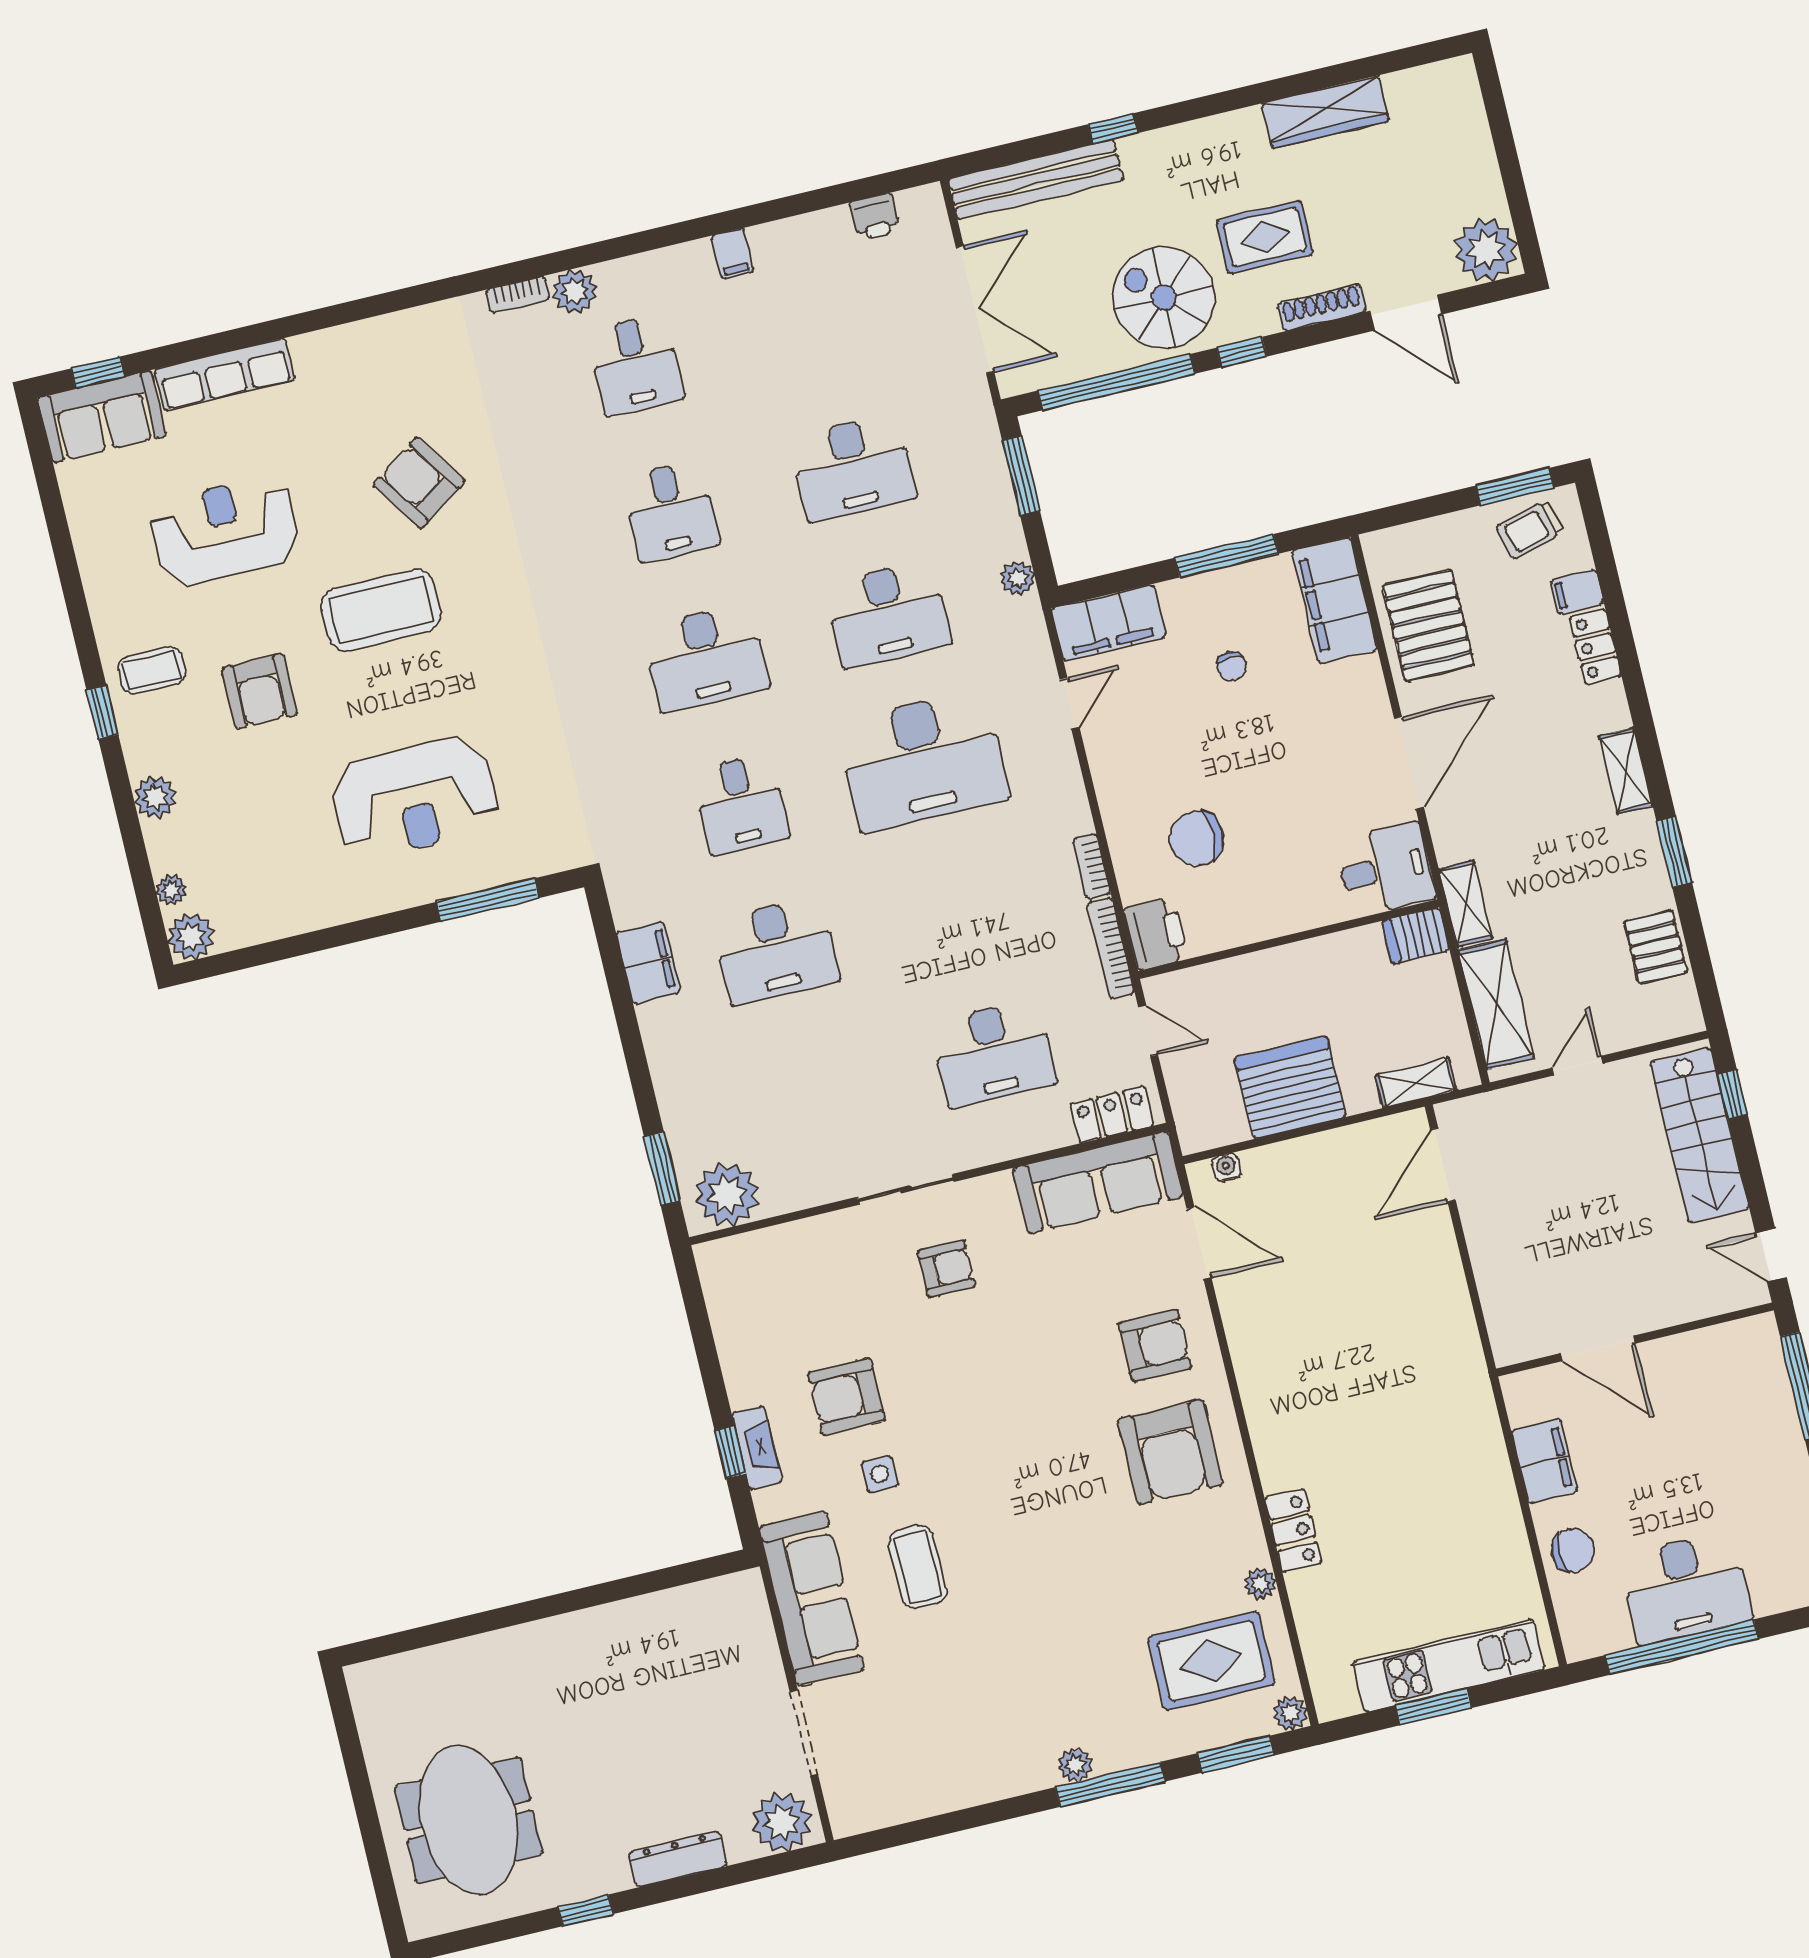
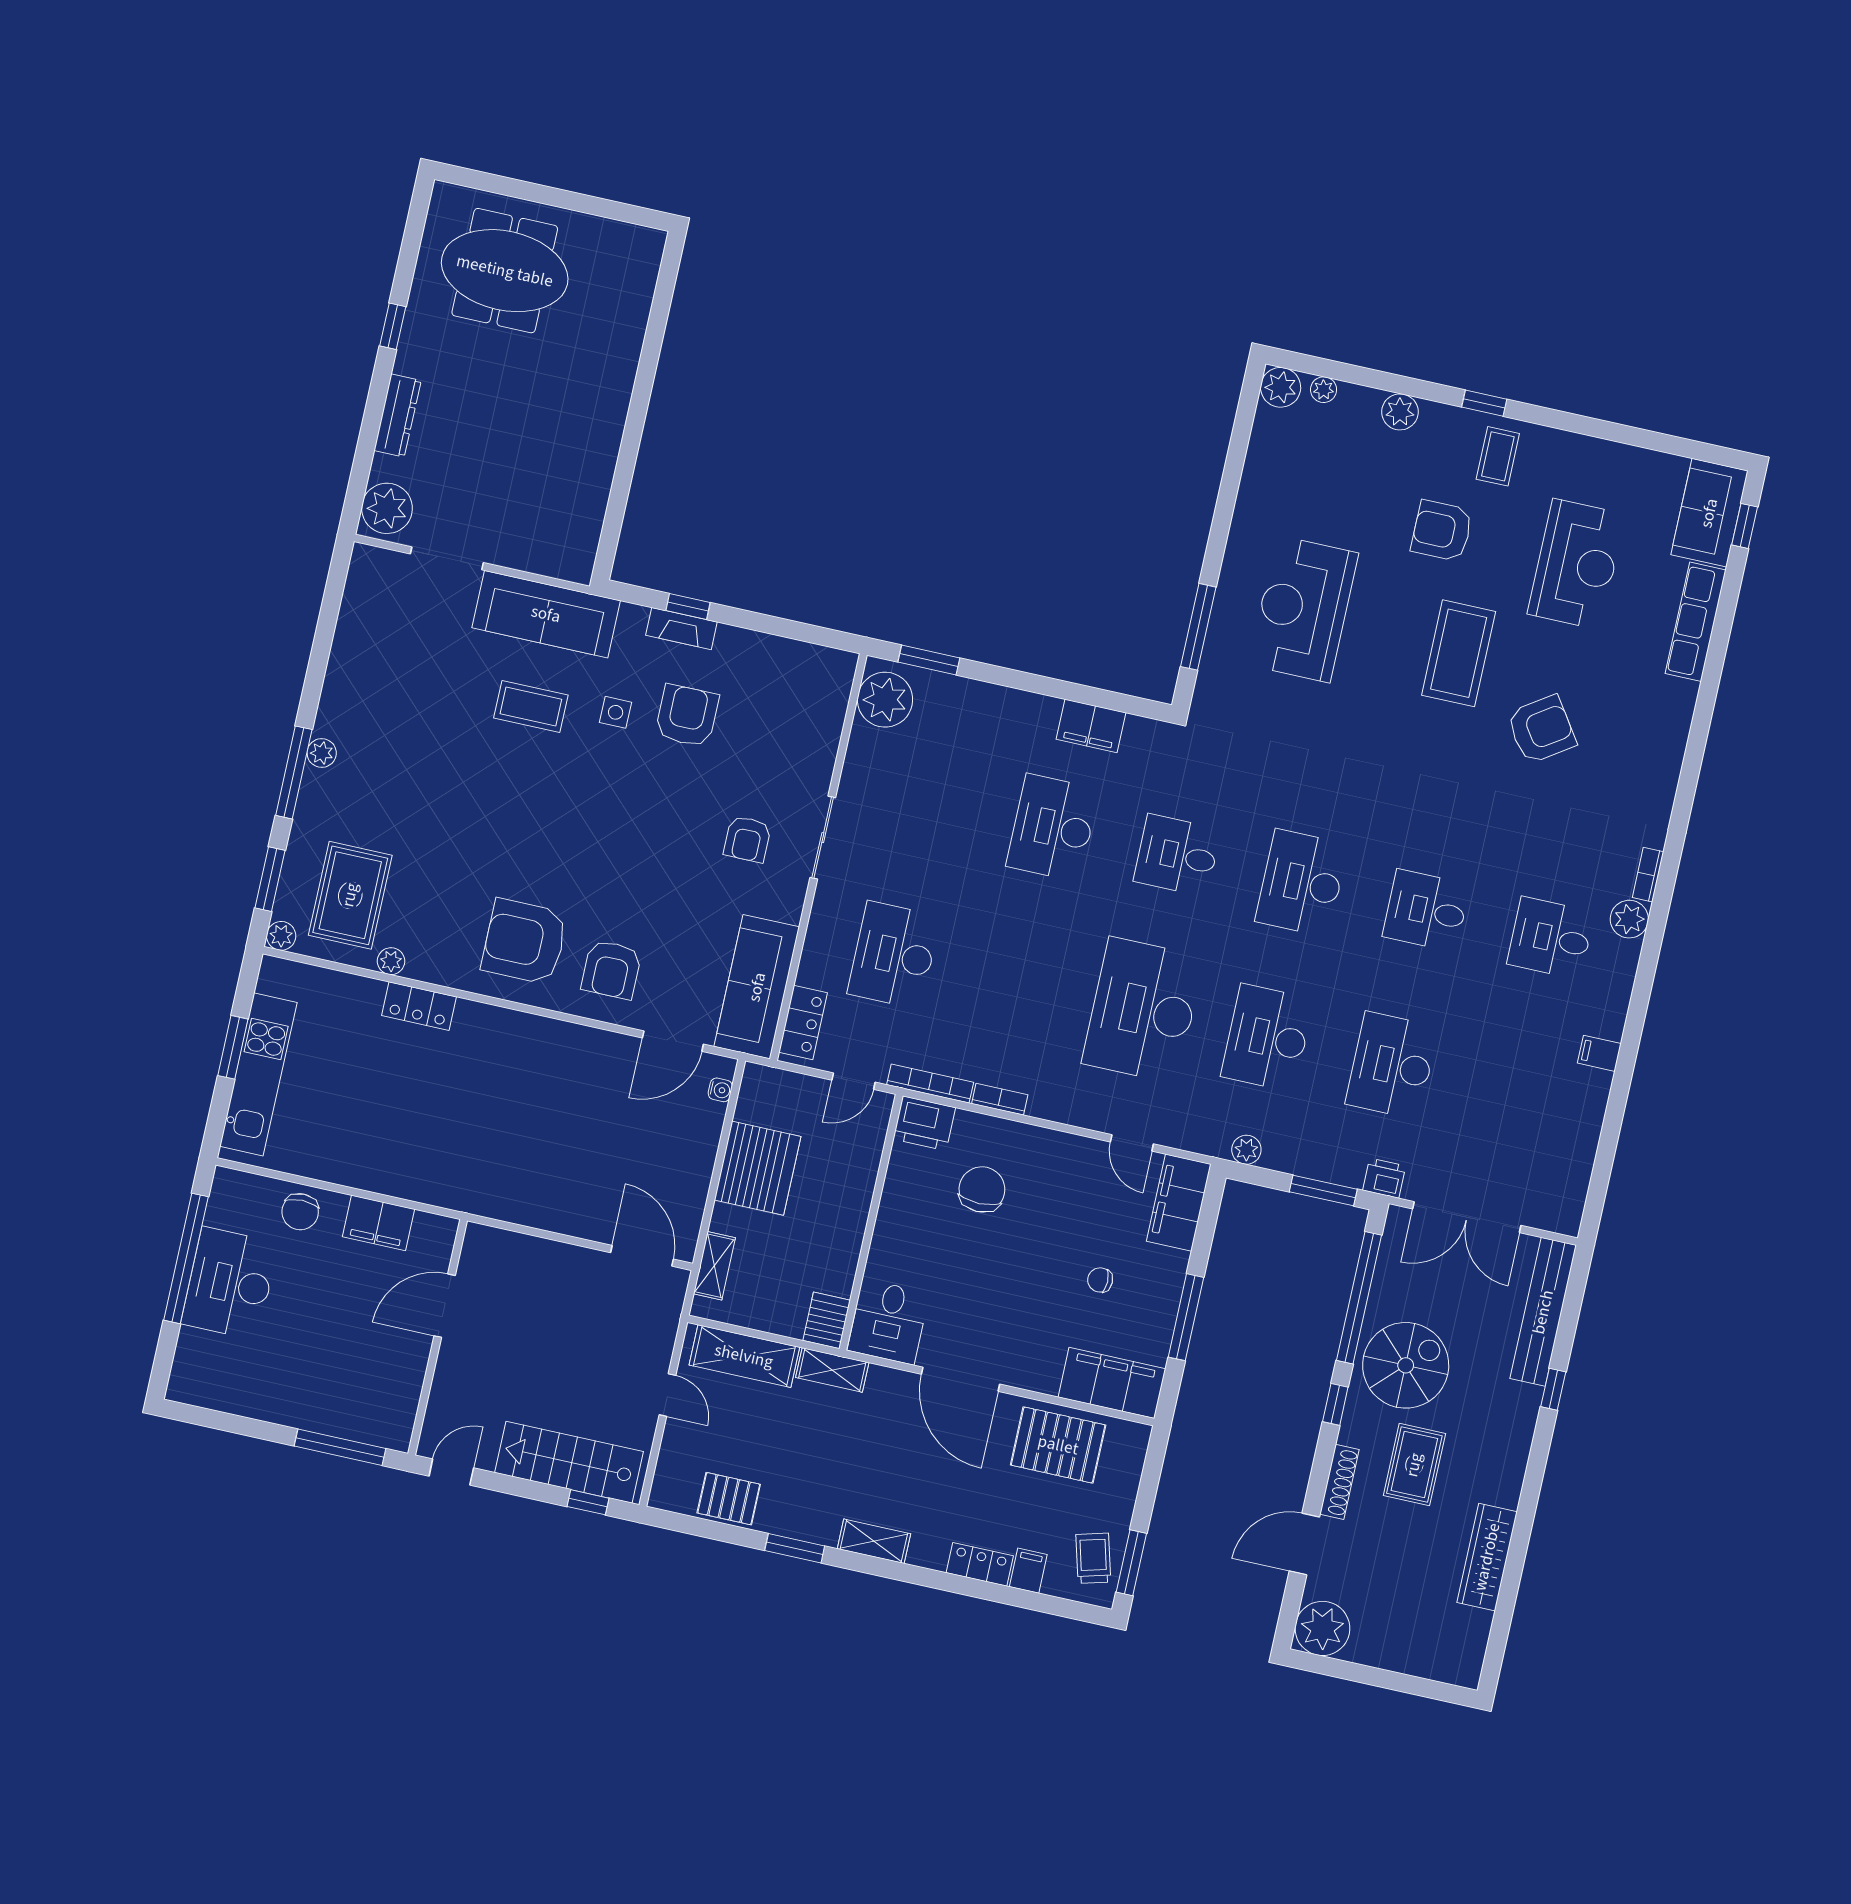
printer: (875, 217) -> (1384, 1178), moved, turned 90

